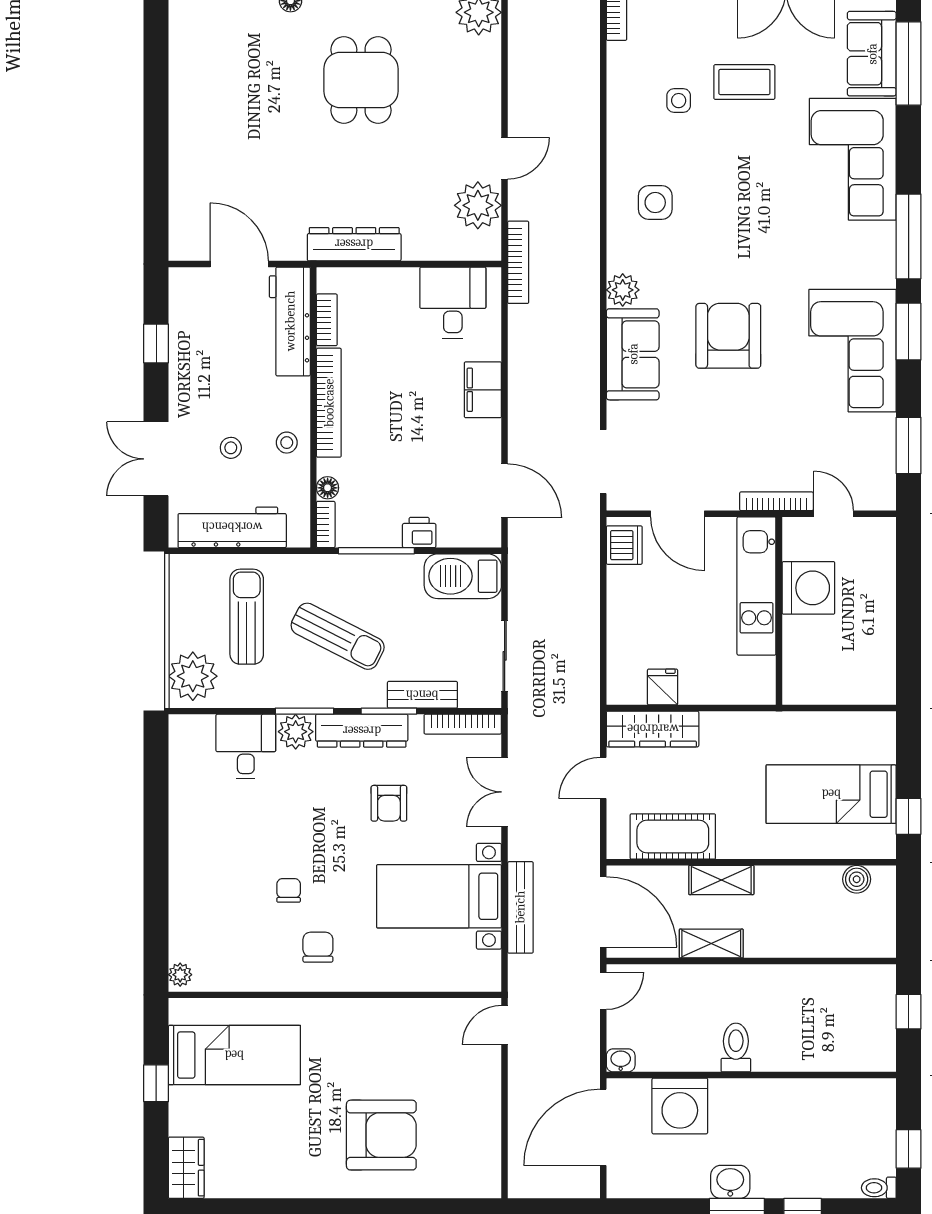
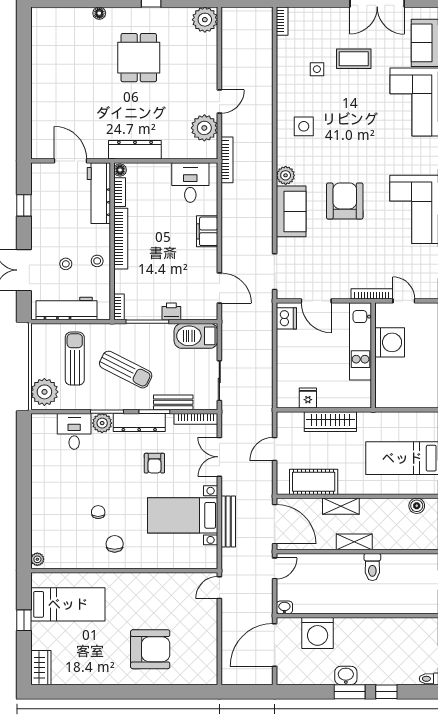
floor lamp: (328, 488) -> (120, 170), moved
wardrobe: (653, 729) -> (330, 422), moved
shelving: (711, 943) -> (354, 542), moved
toilet: (736, 1048) -> (372, 567), moved, turned 180

